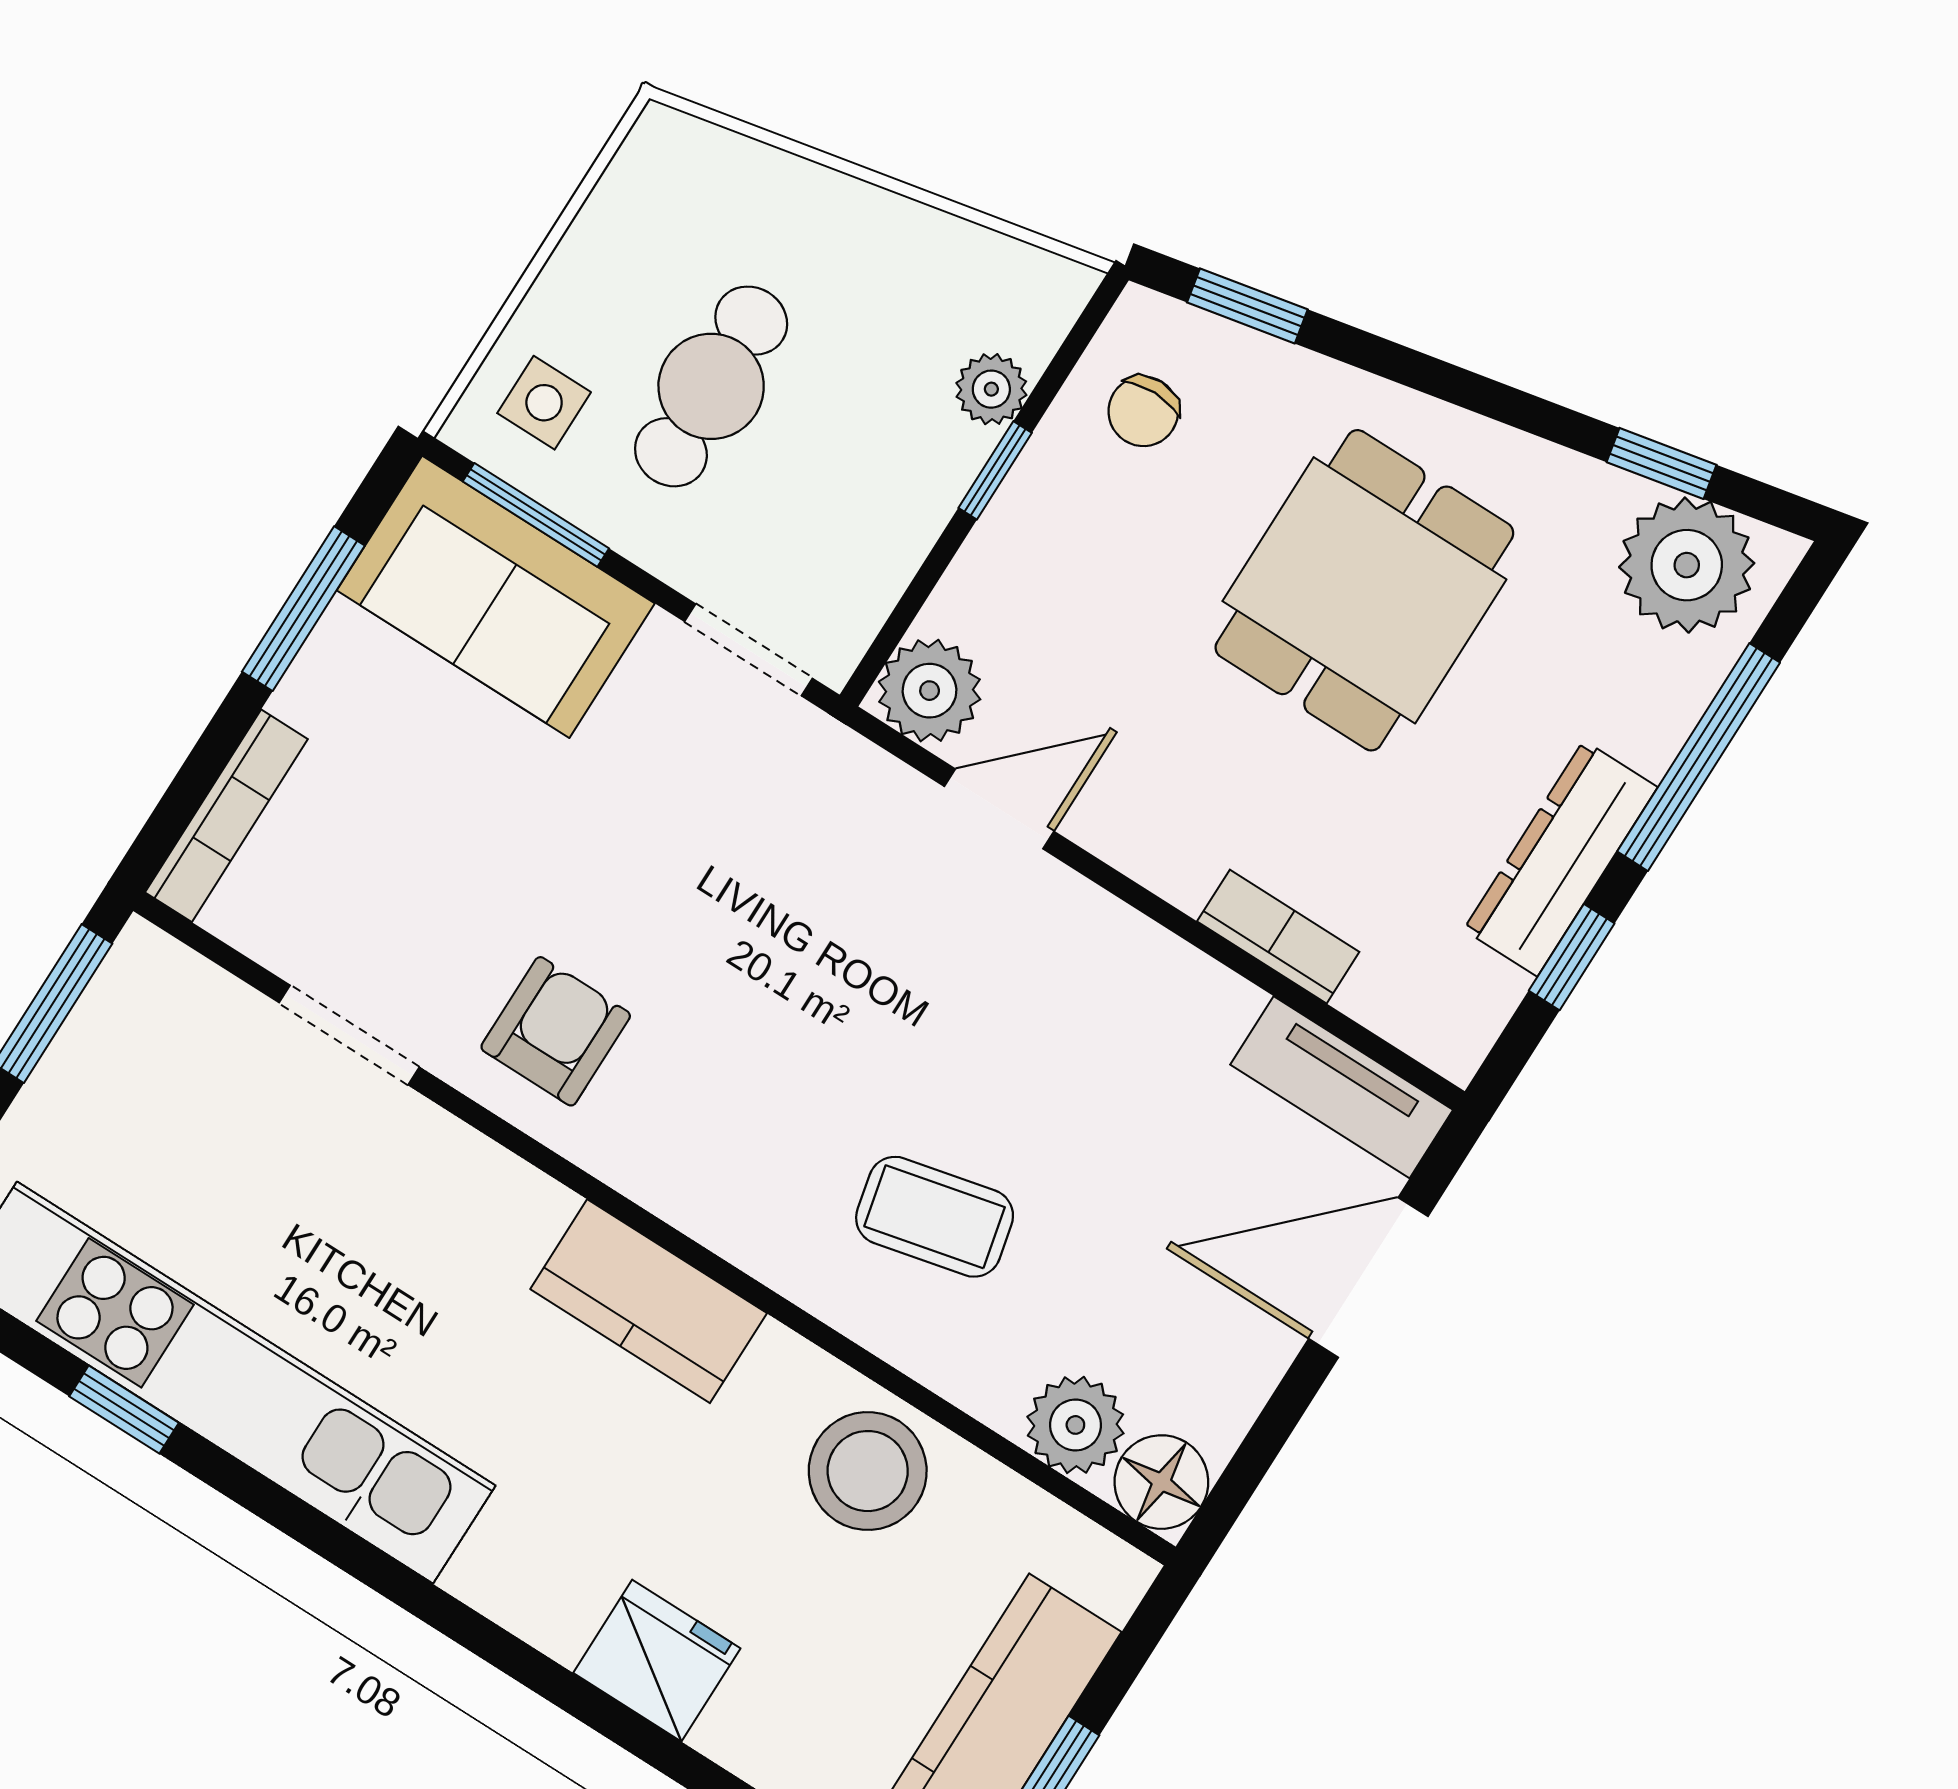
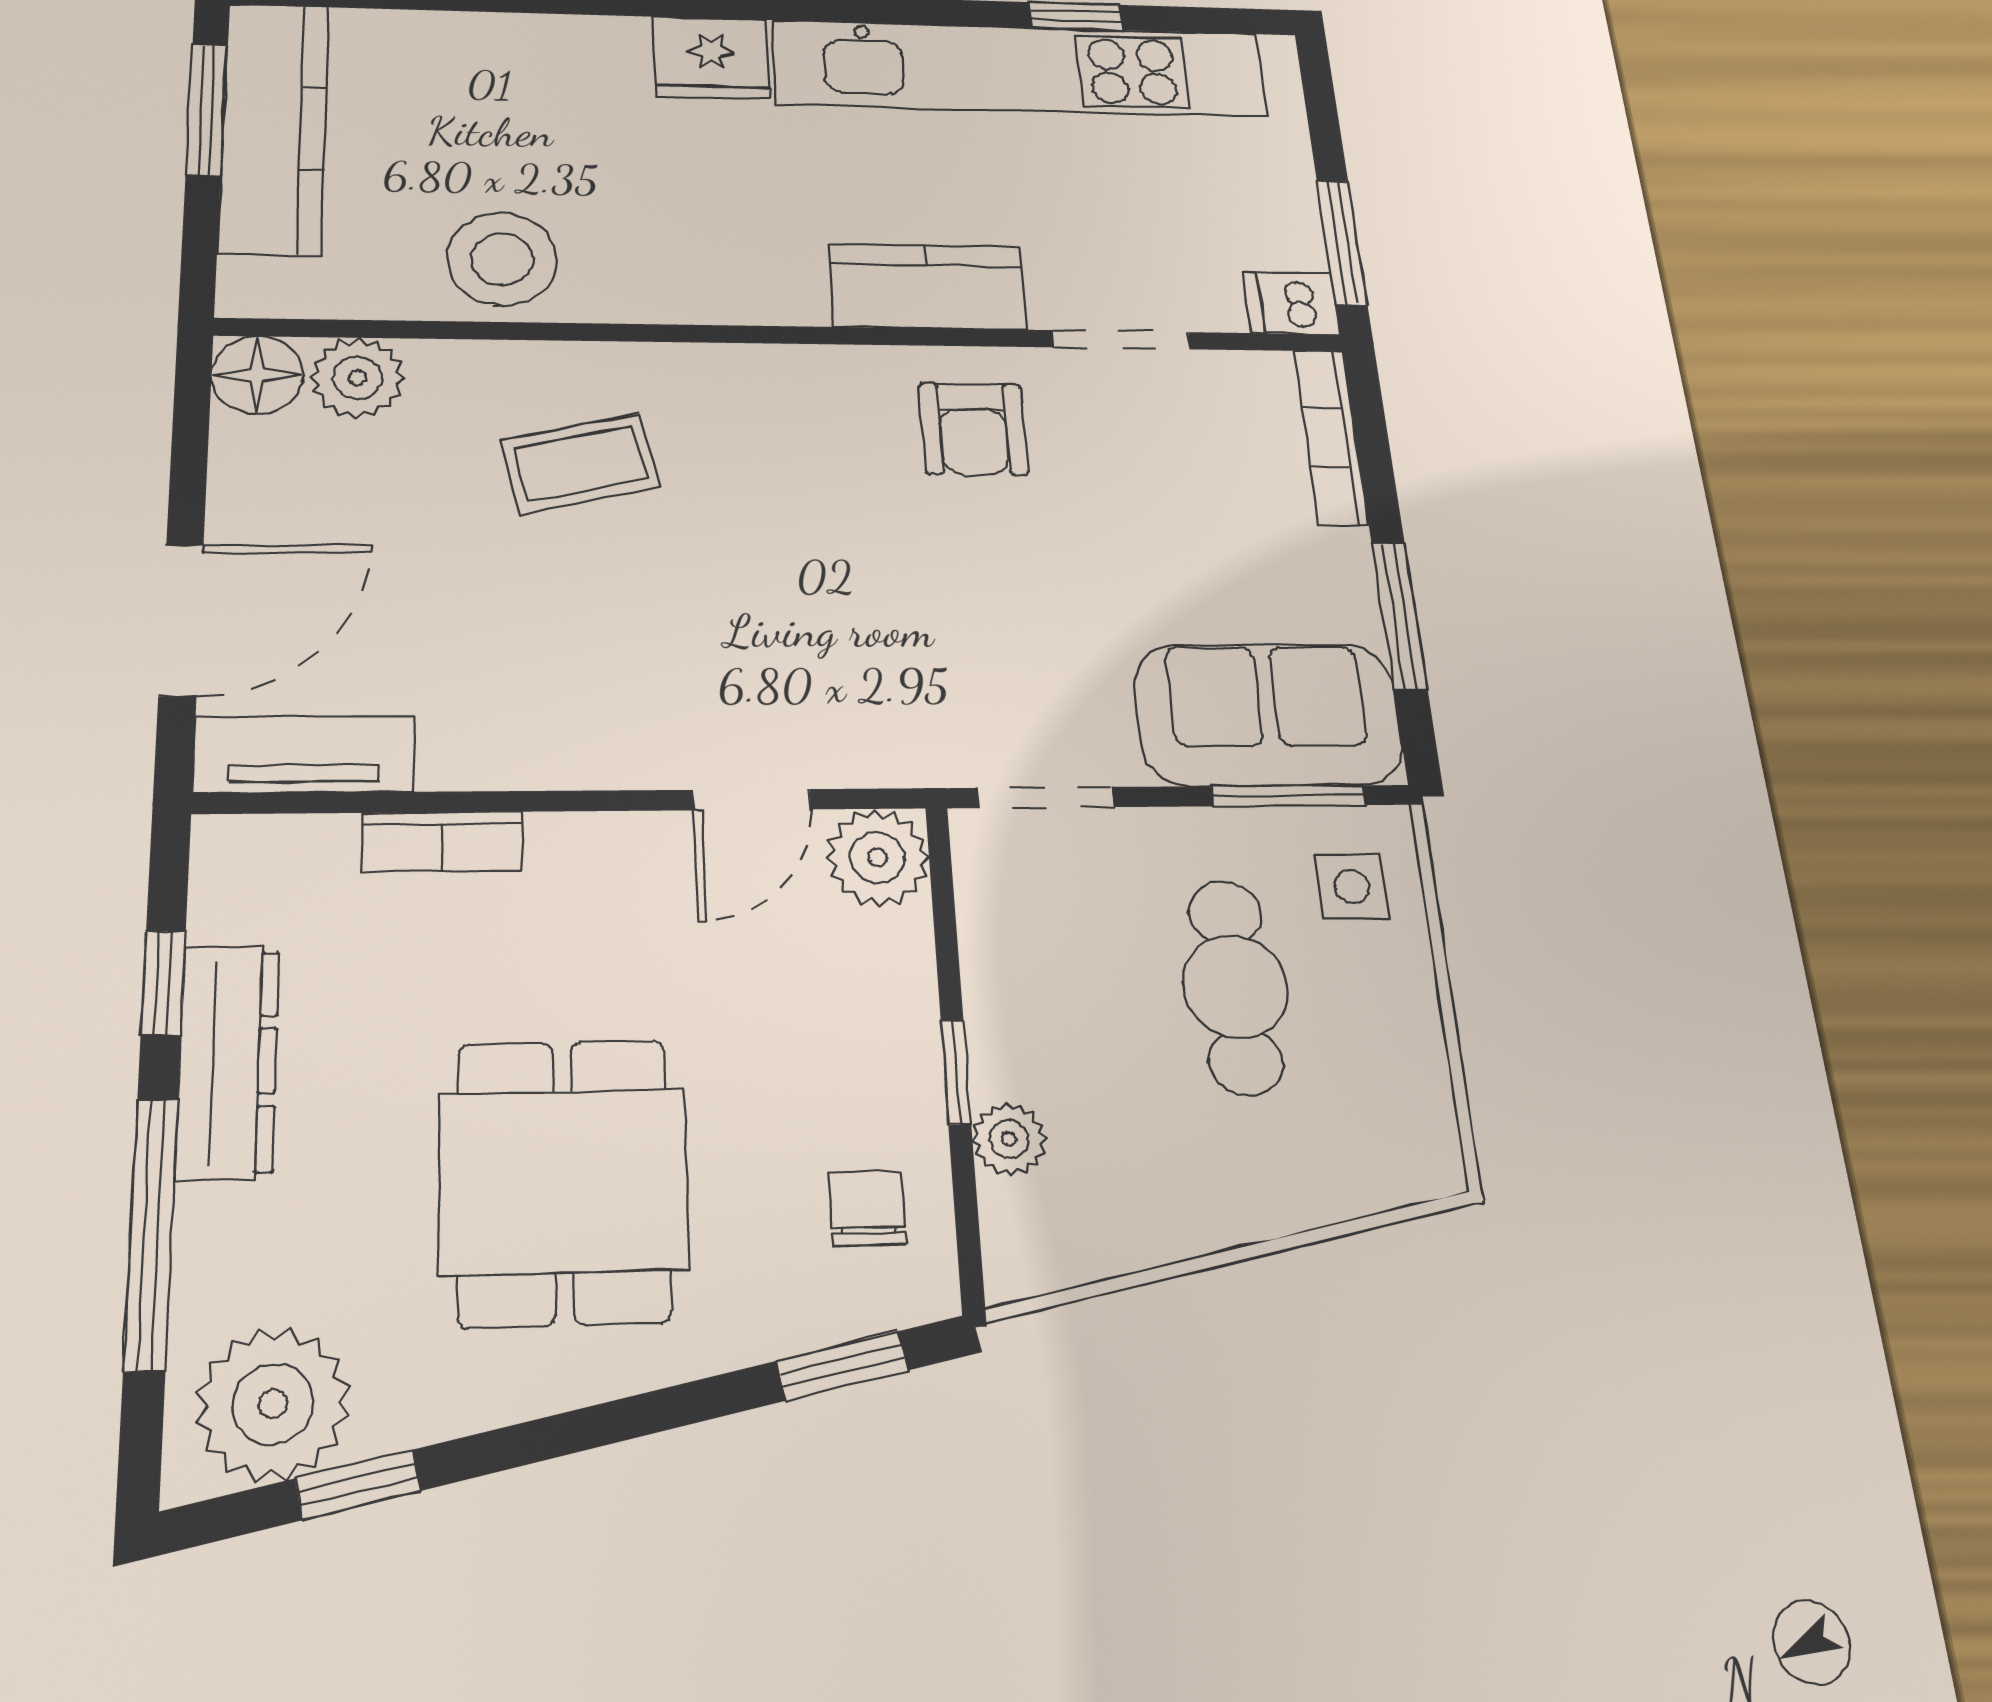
dishwasher: (155, 971) -> (1291, 303), added
kitchen counter: (649, 1301) -> (928, 287), moved
fridge: (657, 1661) -> (711, 58), moved

